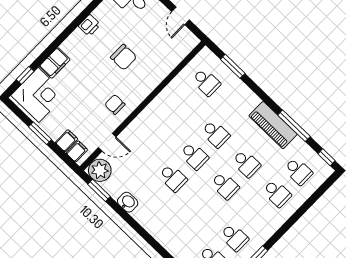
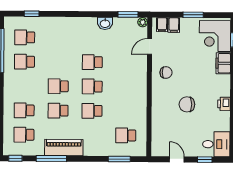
plant: (100, 170) -> (143, 22), width x0.53, depth x0.53

